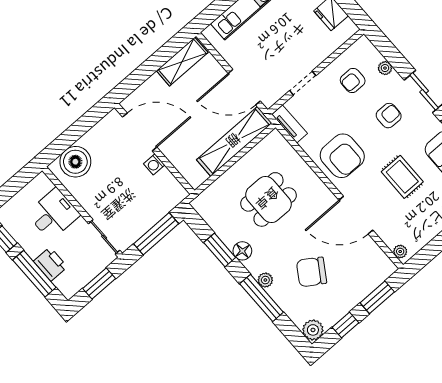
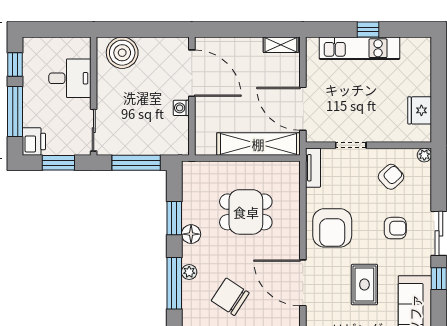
shelving: (182, 62) -> (281, 45), width x0.67, depth x0.75
plant: (385, 68) -> (424, 155), moved
armchair: (353, 80) -> (391, 177), turned 137
printer: (50, 264) -> (34, 141), moved

